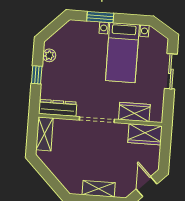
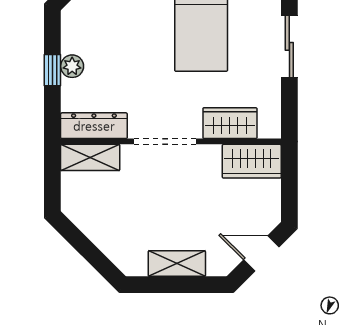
plant: (49, 55) -> (72, 66), moved
shelving: (45, 134) -> (90, 157), moved, turned 90
door: (147, 187) -> (261, 253), hinge flipped

